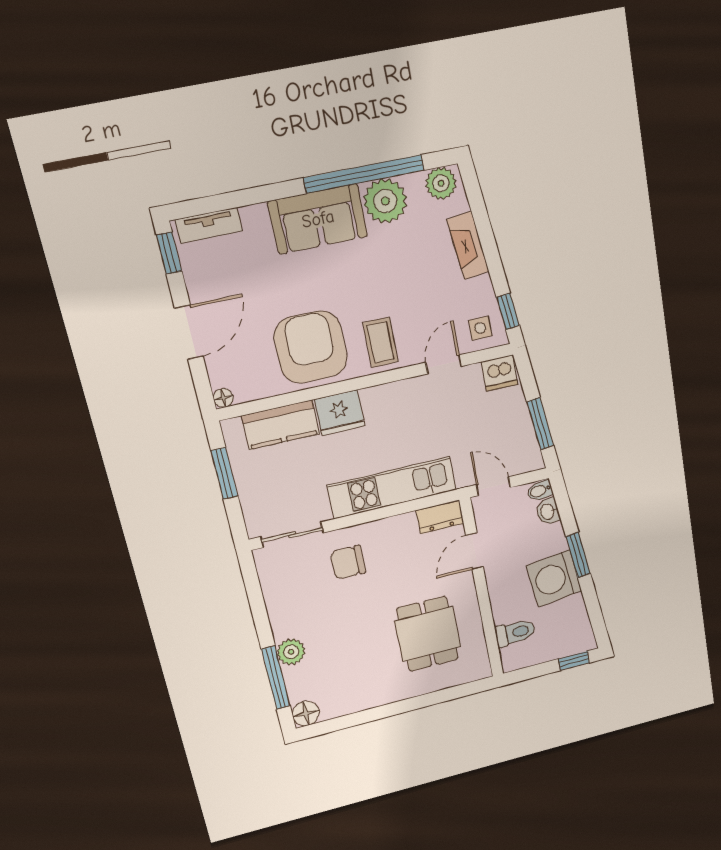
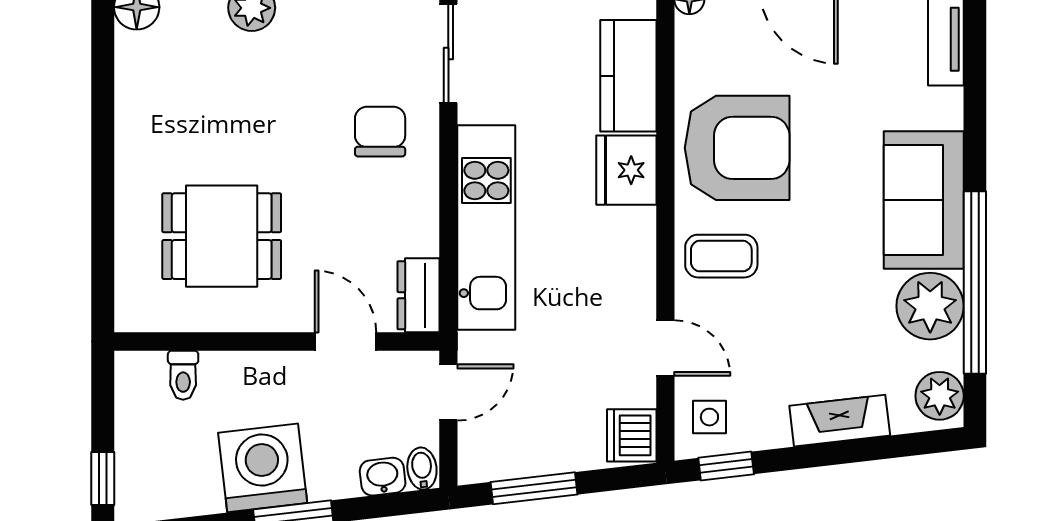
toilet: (515, 633) -> (183, 375), width x0.73, depth x0.72

